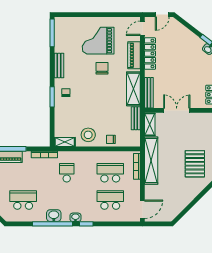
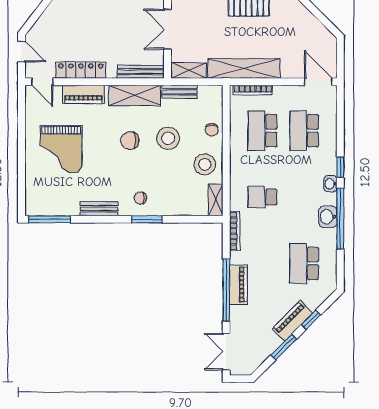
chair: (102, 68) -> (130, 141), moved
stool: (105, 111) -> (168, 138), added

